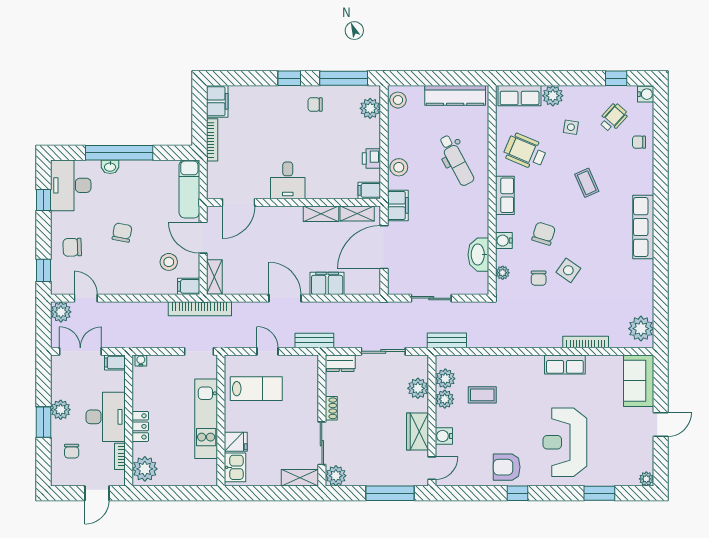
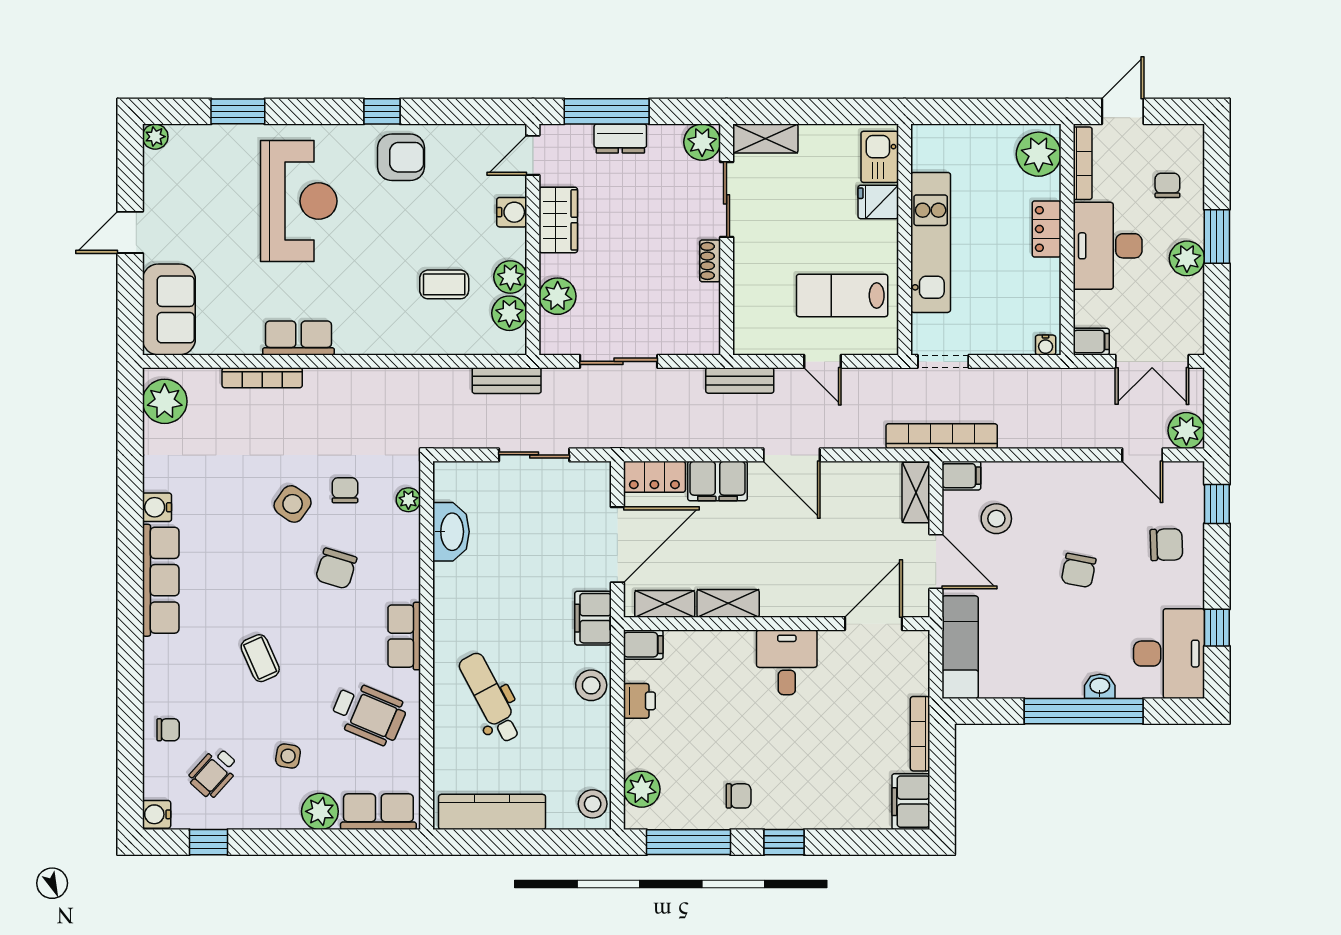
water cooler: (504, 241) -> (157, 507), moved, turned 180
locker: (363, 286) -> (654, 477), added
dresser: (340, 363) -> (620, 139), moved, turned 180
bookcase: (120, 456) -> (1083, 163), width x1.56

